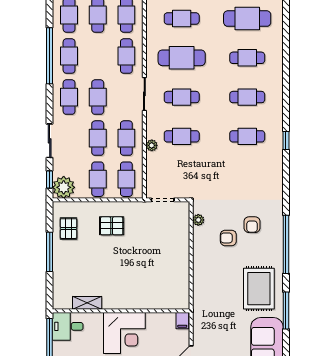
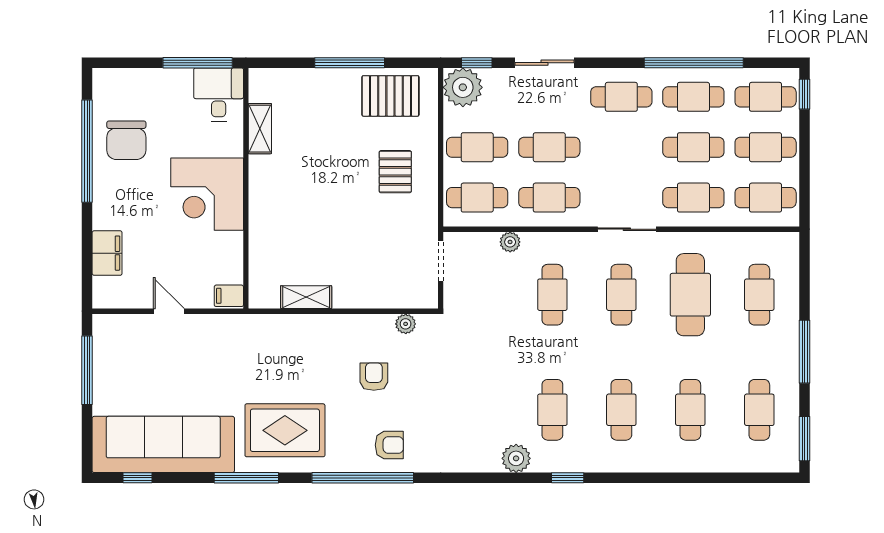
cafe table: (247, 19) -> (759, 410), width x0.73, depth x0.74
cafe table: (98, 97) -> (693, 147), moved
window: (286, 140) -> (568, 478), moved
plant: (152, 145) -> (510, 242), moved
plant: (275, 157) -> (516, 458), added
armchair: (252, 225) -> (389, 445), moved, turned 180
pallet: (69, 229) -> (390, 96), width x1.50, depth x1.42
shelving: (183, 277) -> (306, 297), added

